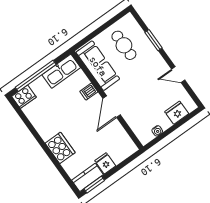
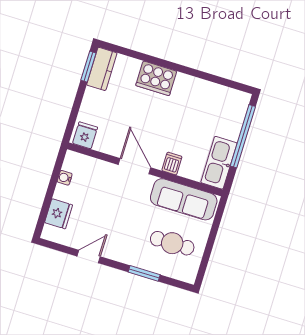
cooker: (24, 97) -> (238, 104), removed
fridge: (105, 163) -> (85, 135), moved, turned -90

